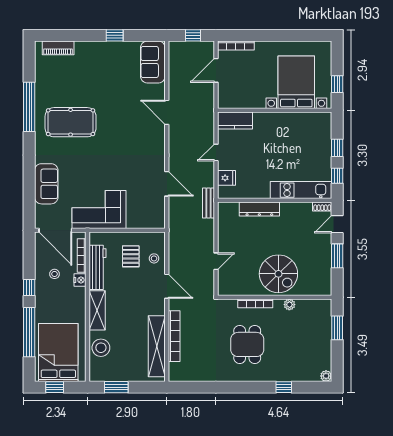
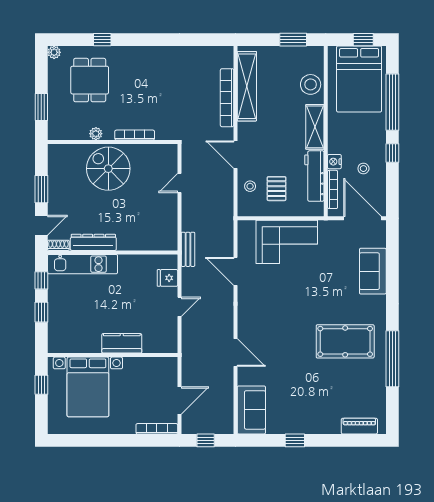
kitchen counter: (235, 120) -> (122, 343), moved
dresser: (259, 209) -> (93, 242), moved
corner sofa: (99, 210) -> (287, 242), moved
dining table: (247, 344) -> (90, 80), moved

